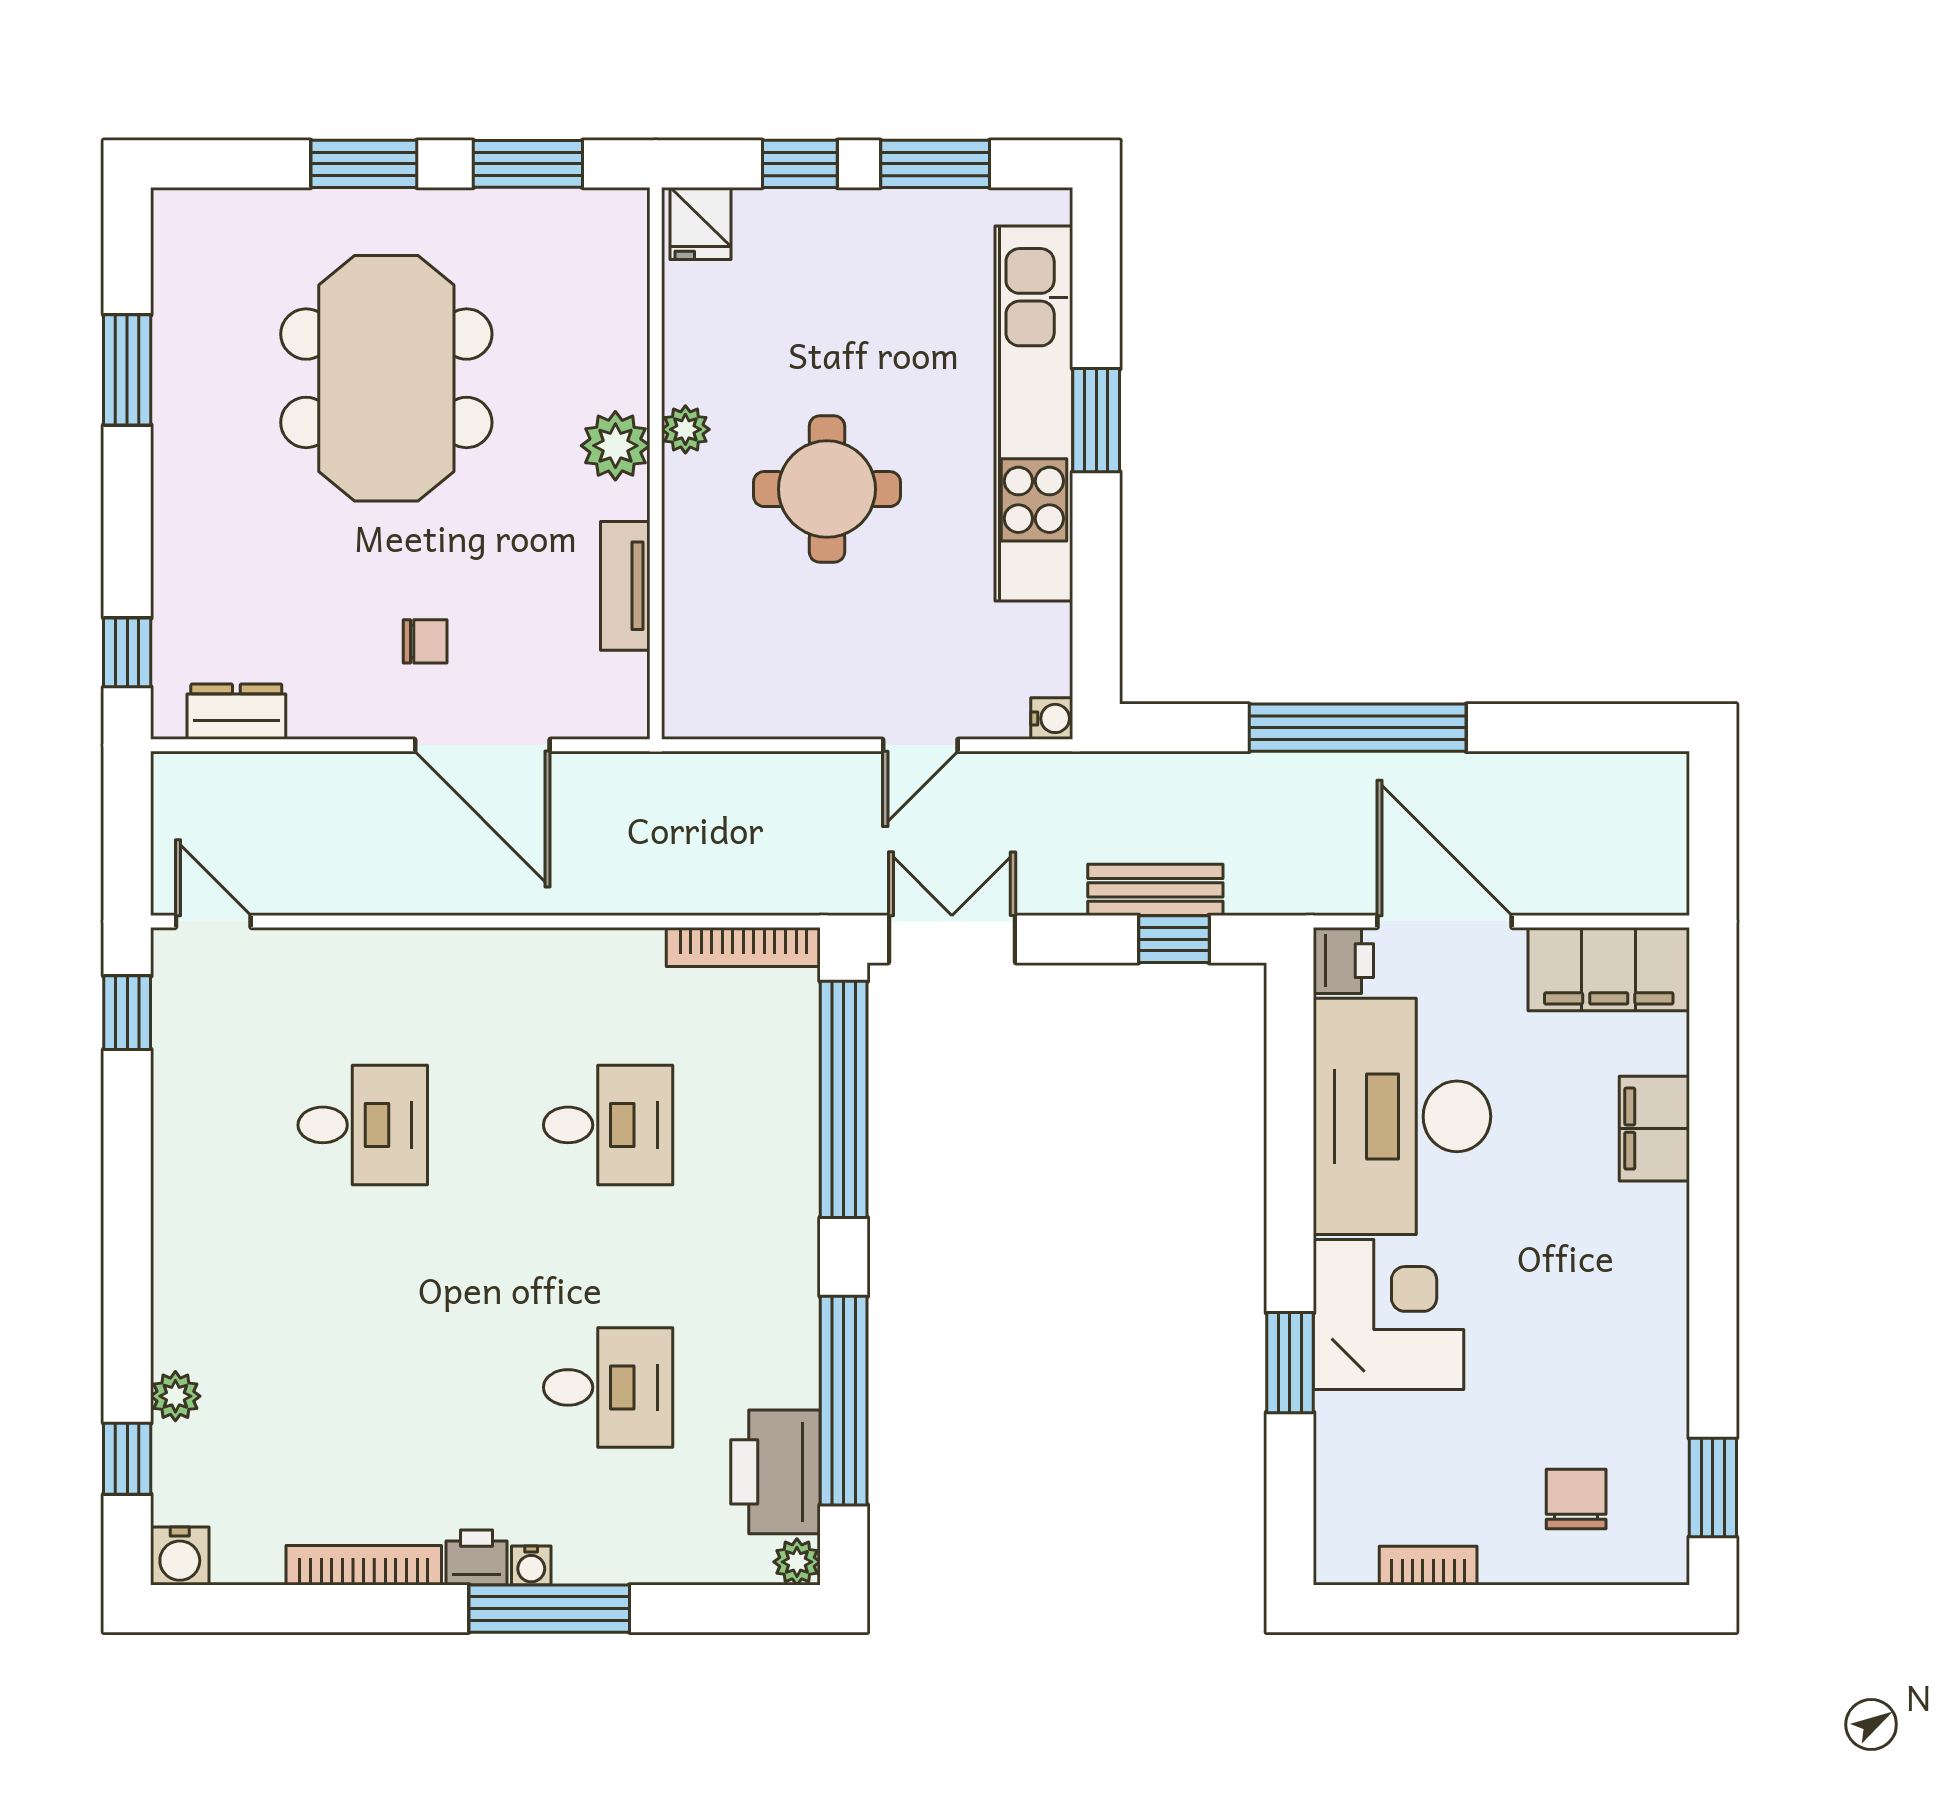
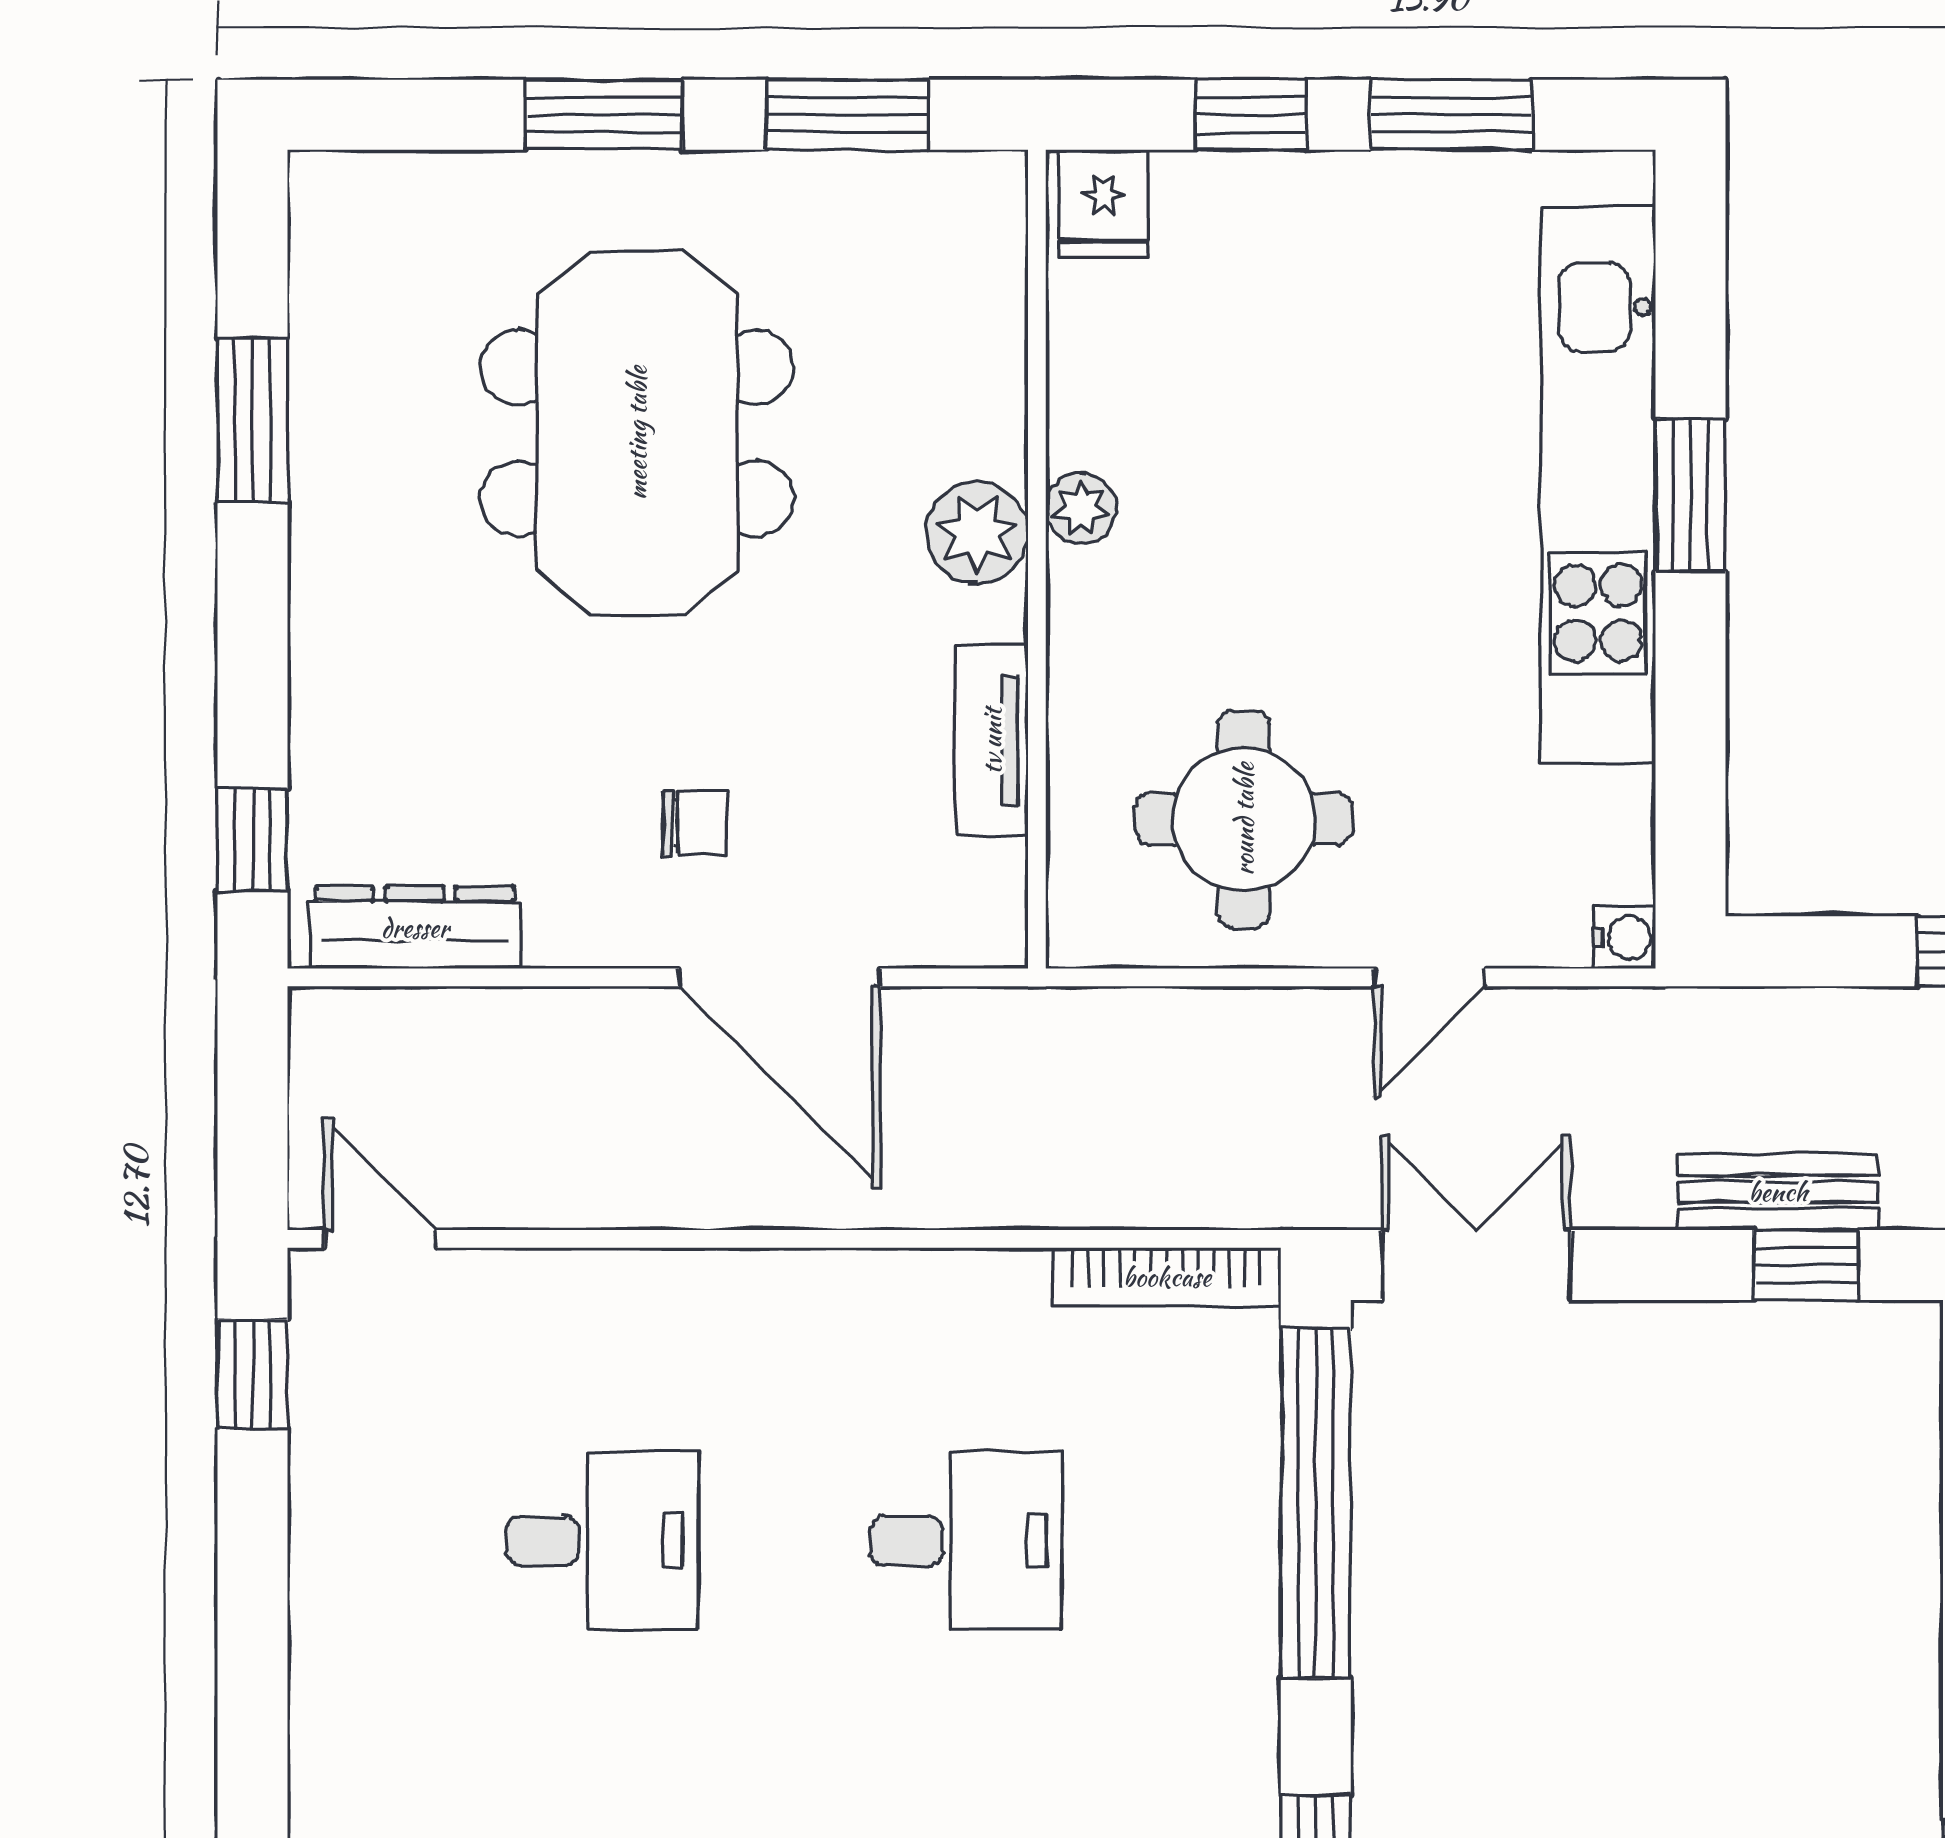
round table: (827, 489) -> (1244, 819), moved
dresser: (236, 712) -> (415, 928), width x1.44

